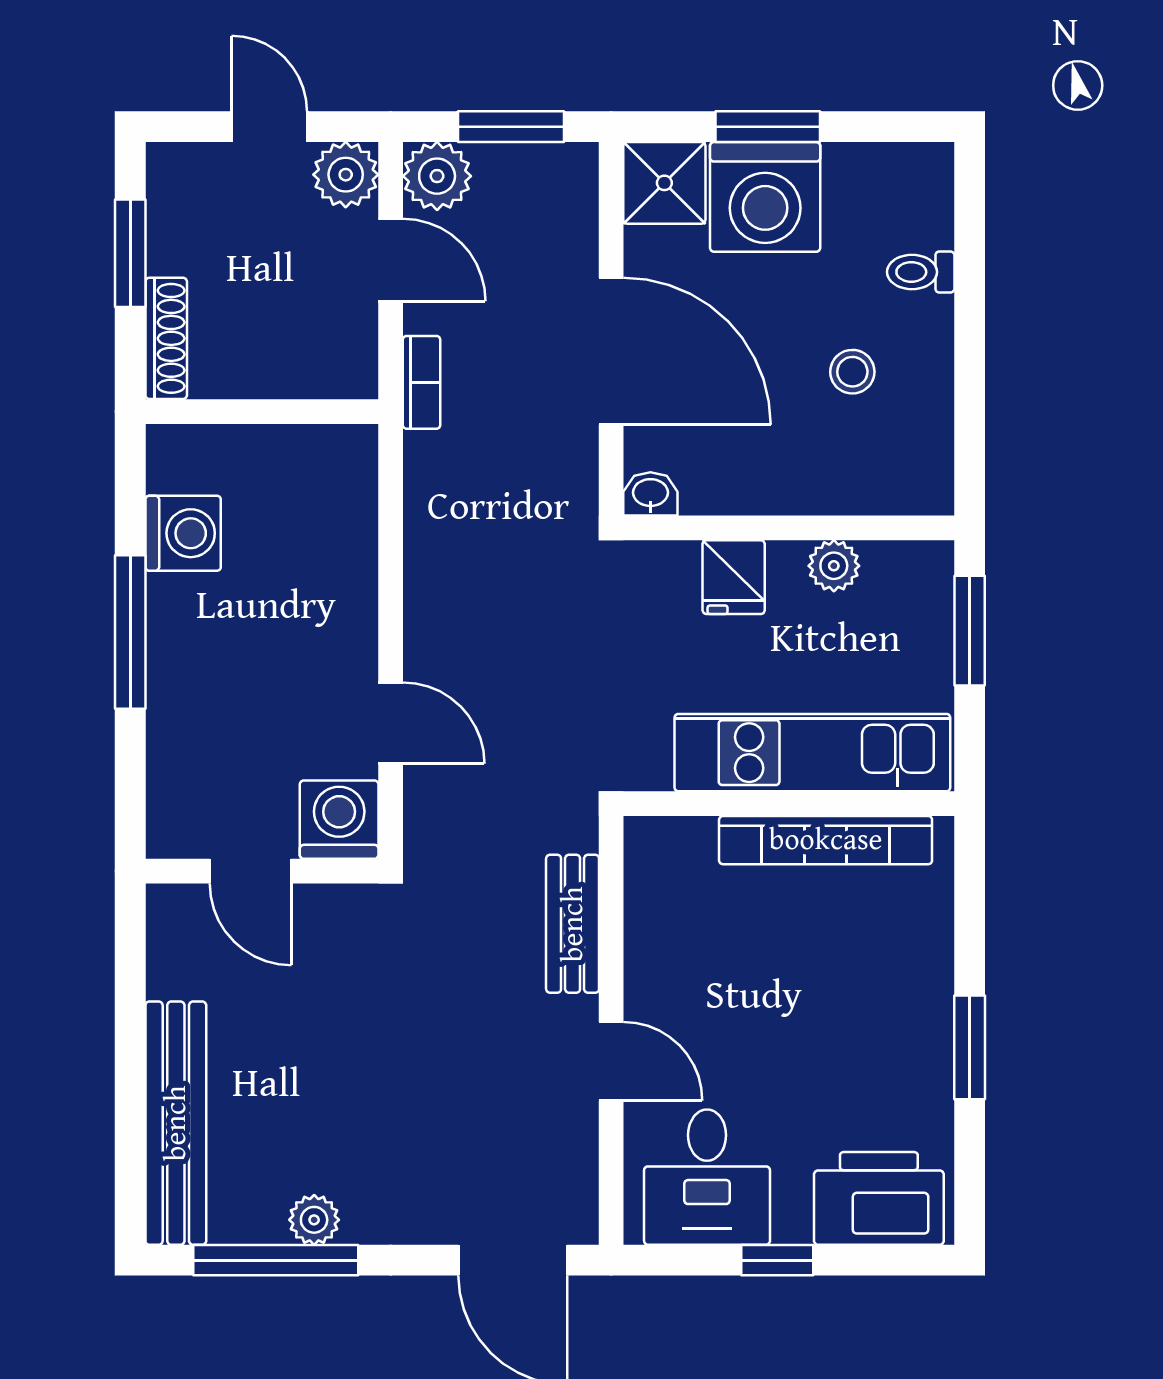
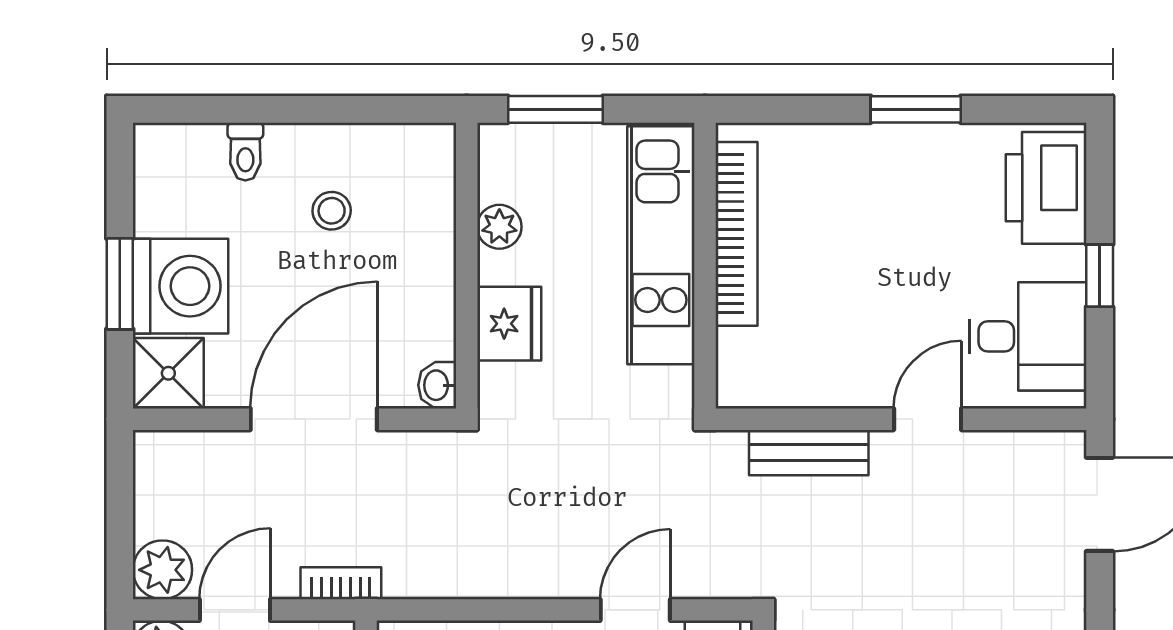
window: (511, 127) -> (120, 506), removed
fridge: (734, 577) -> (509, 324), width x1.38

